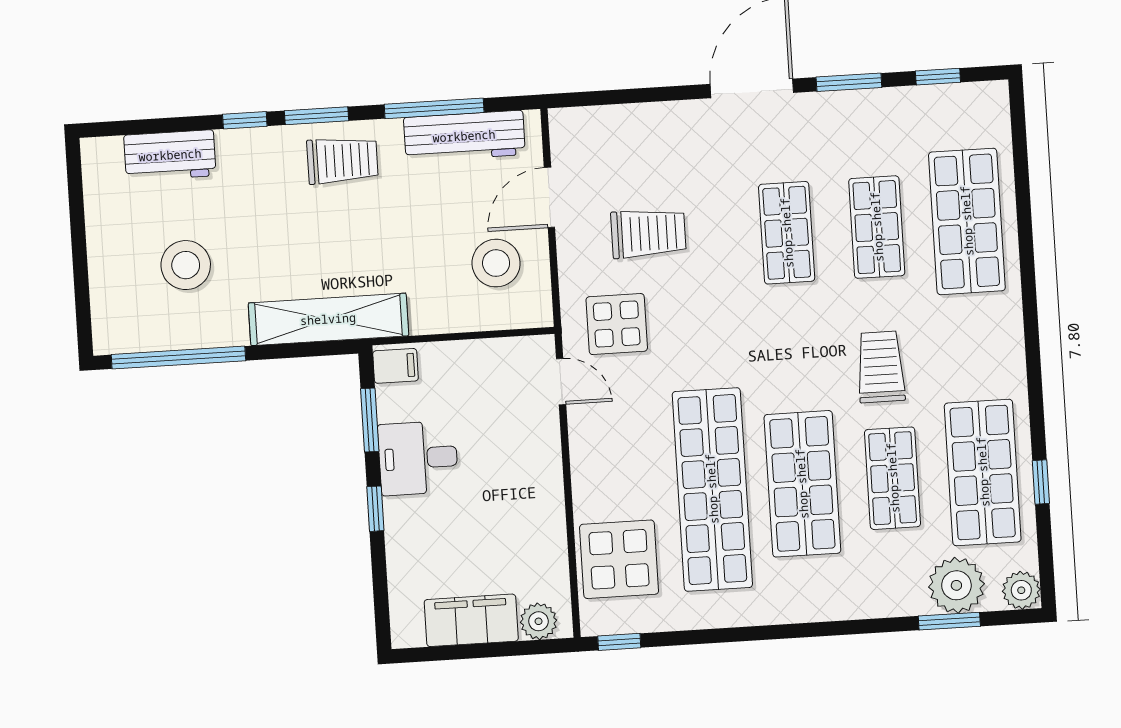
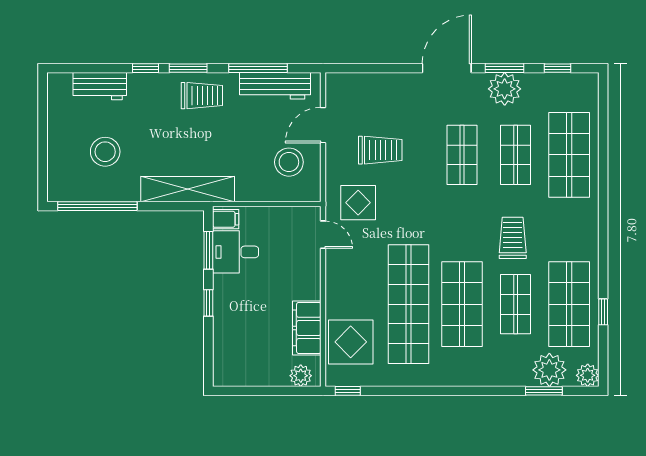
plant: (851, 117) -> (505, 89), added
desk: (418, 458) -> (236, 252), moved
filing cabinet: (471, 620) -> (307, 328), moved, turned -90

